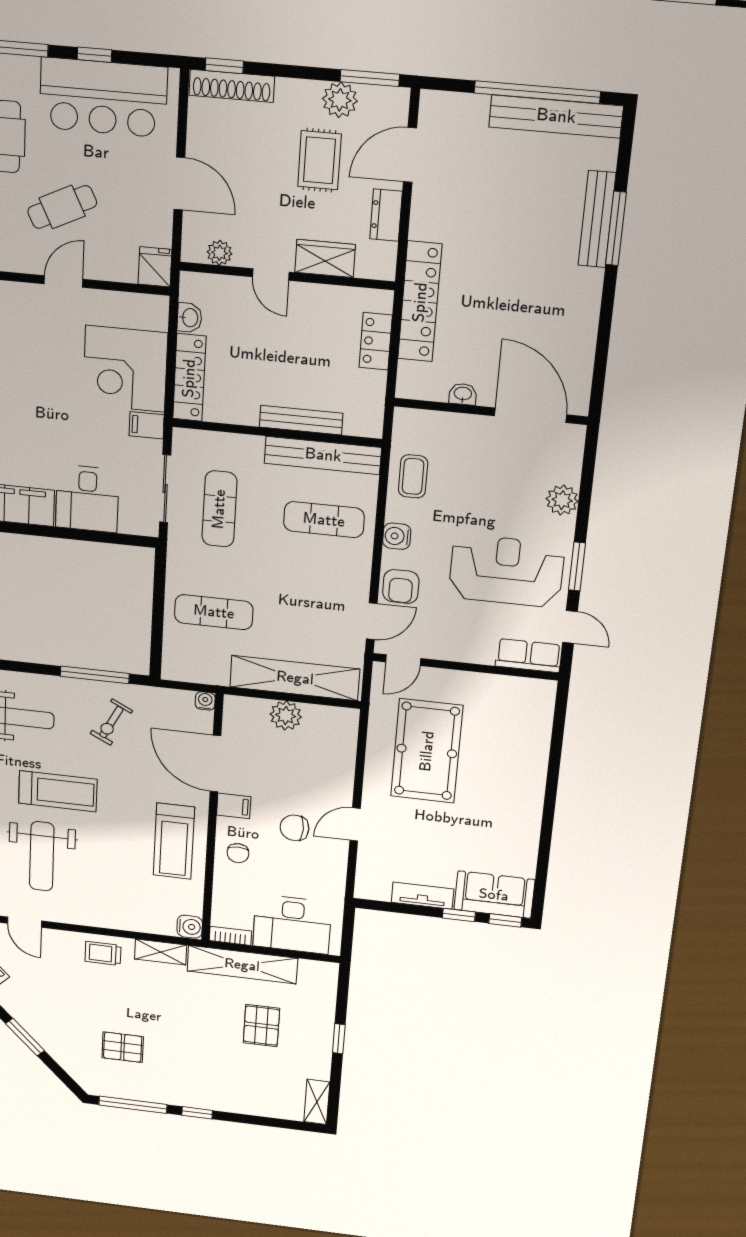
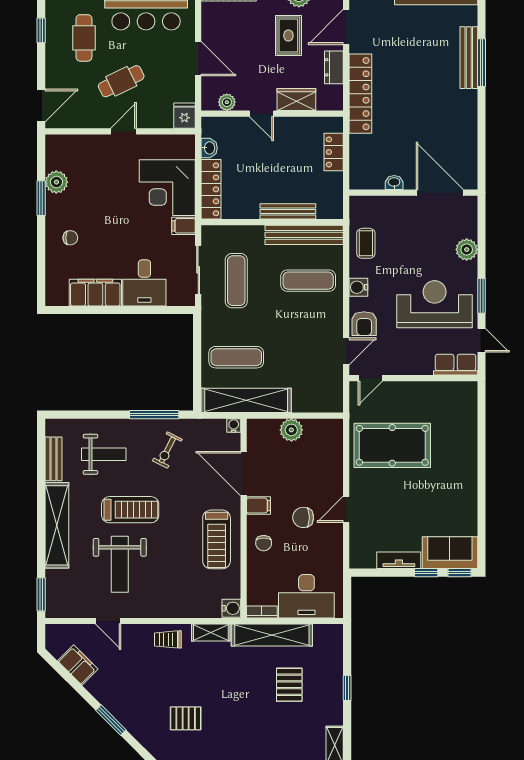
locker: (420, 302) -> (360, 94), moved
shelving: (295, 678) -> (246, 400), moved
pool table: (427, 751) -> (392, 445), turned 90

